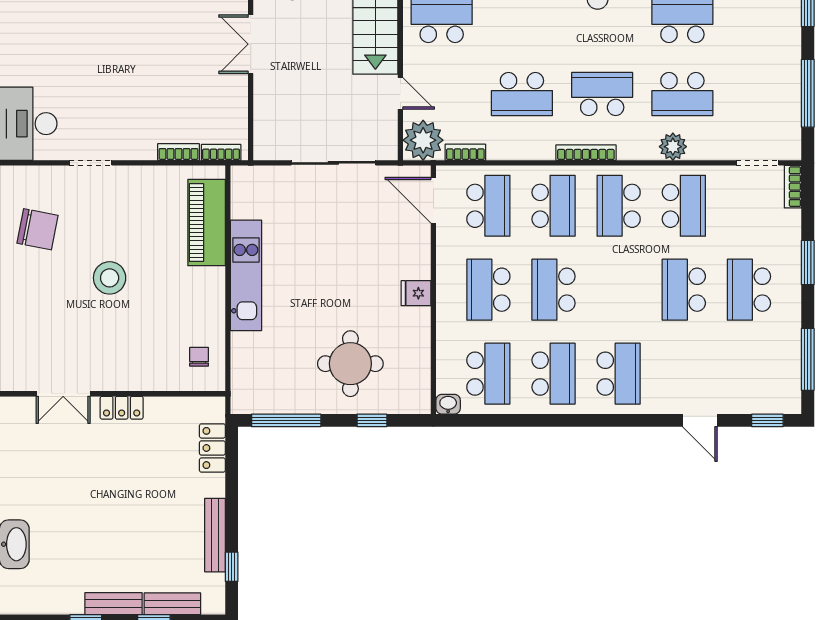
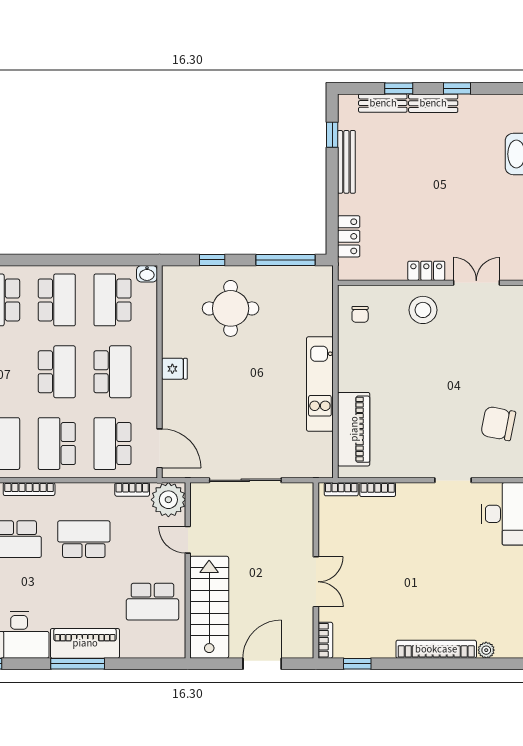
stool: (110, 278) -> (423, 310), moved
school desk: (554, 374) -> (57, 300), turned 180

